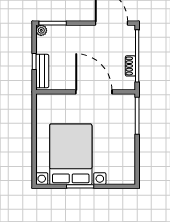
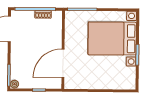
bench: (42, 71) -> (46, 84), removed
door: (94, 92) -> (63, 63), moved
bed with nightstands: (71, 154) -> (112, 39), moved

